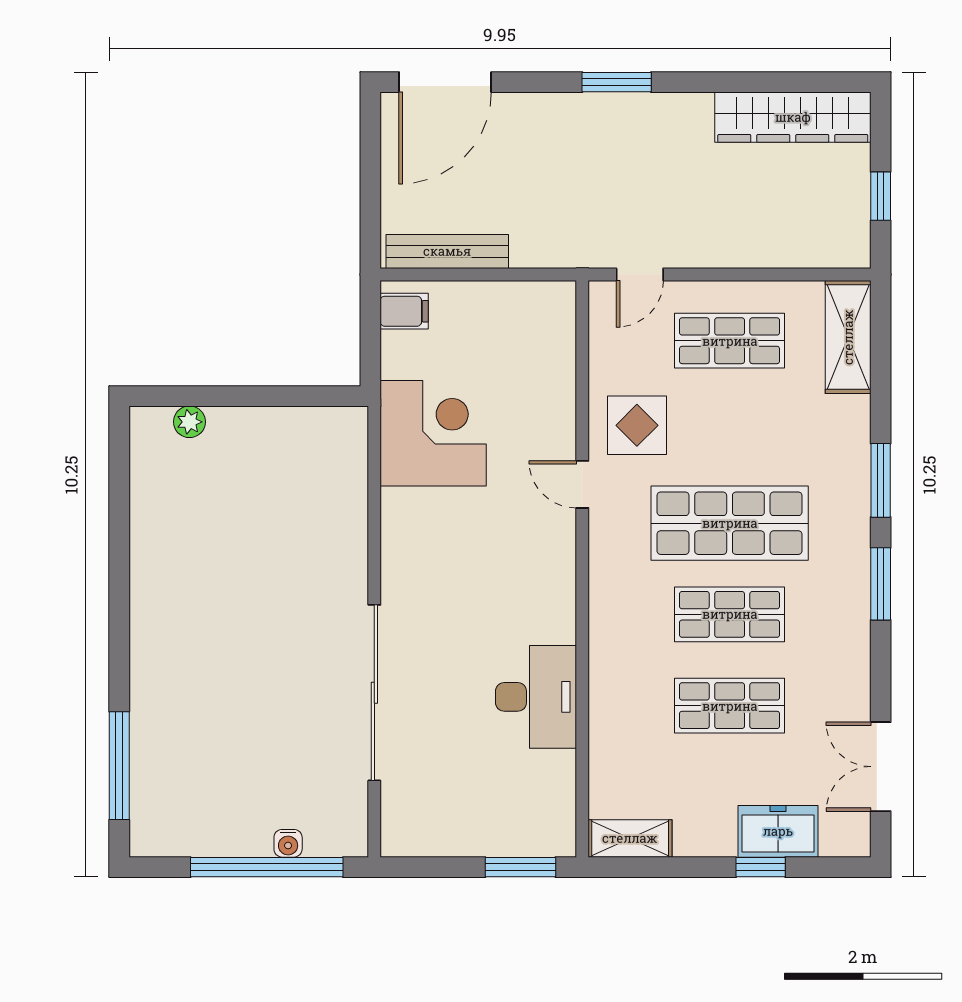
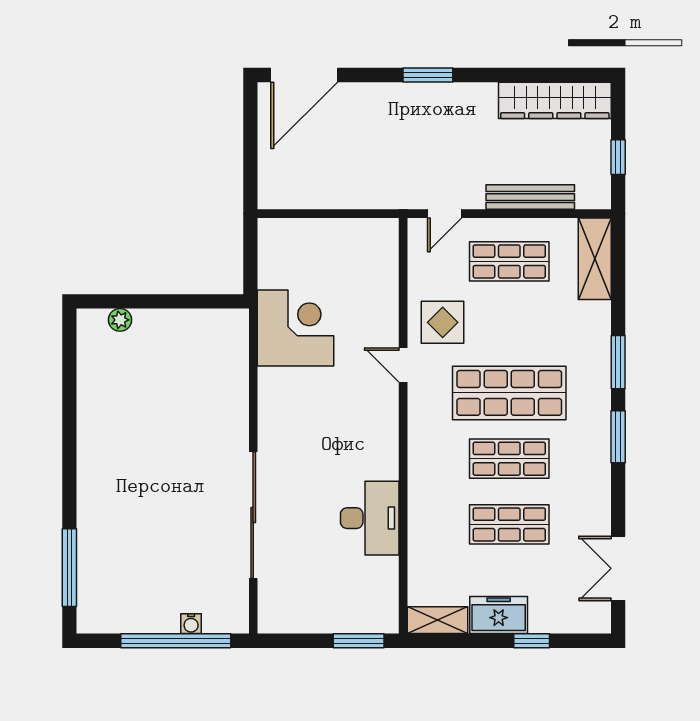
bench: (447, 251) -> (530, 197), moved
filing cabinet: (404, 311) -> (275, 240), removed
freezer: (778, 831) -> (499, 615), moved

